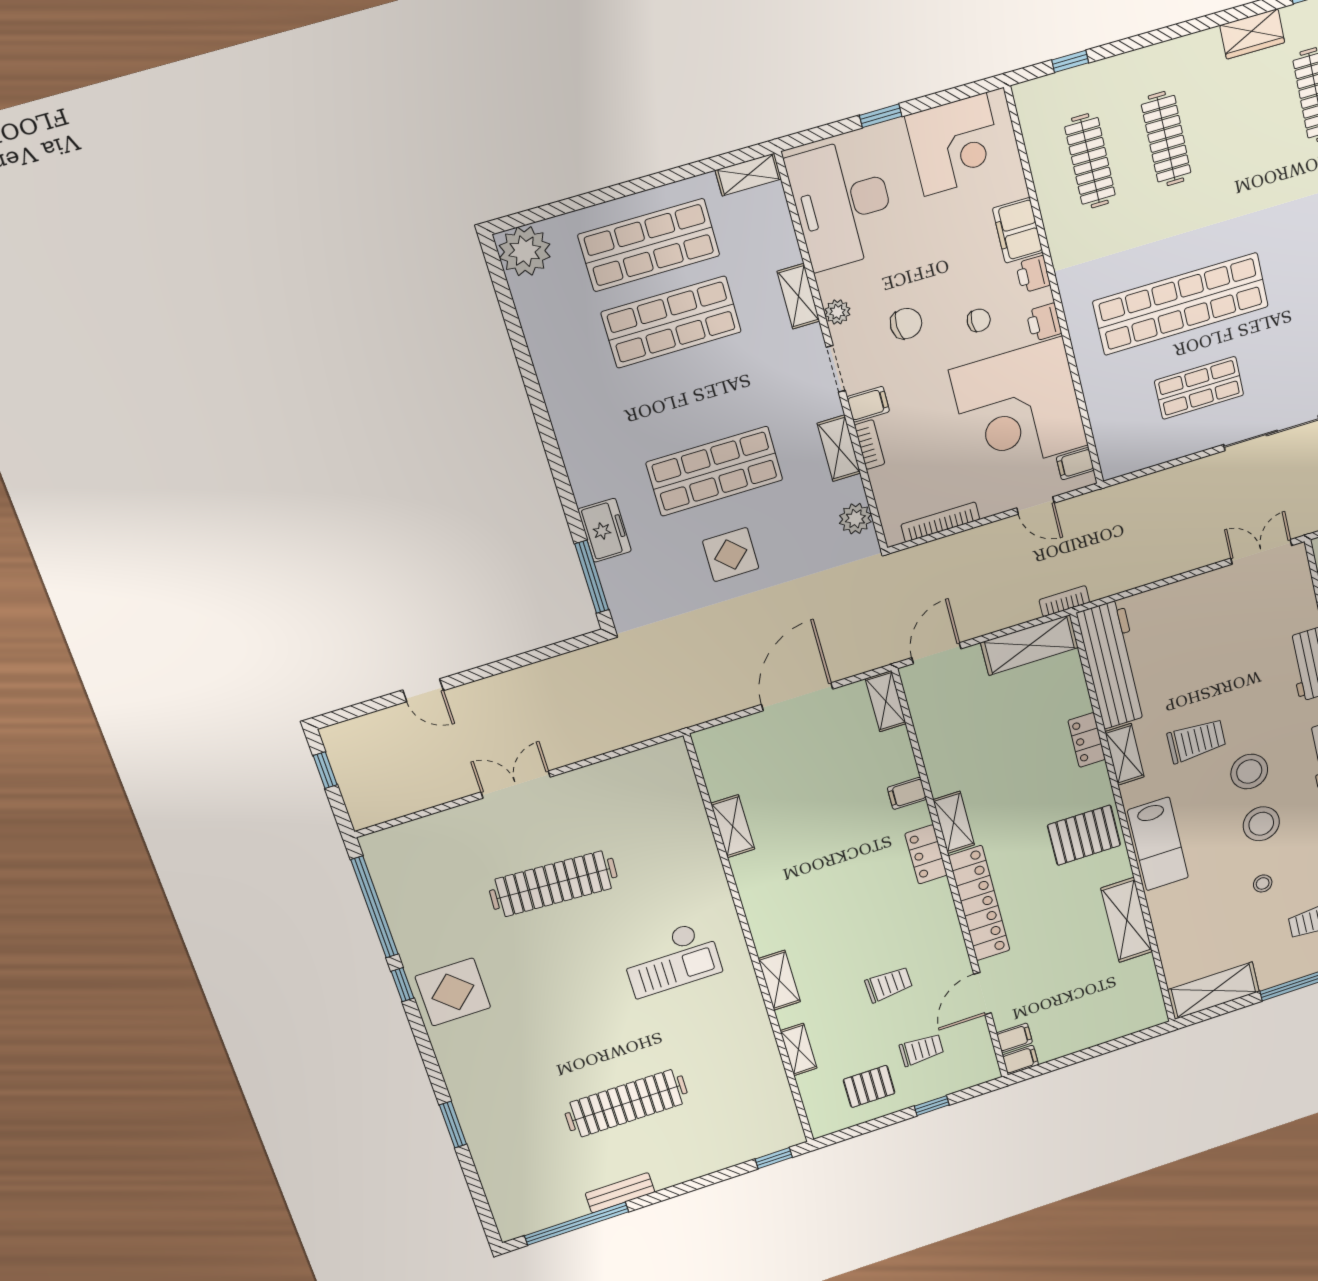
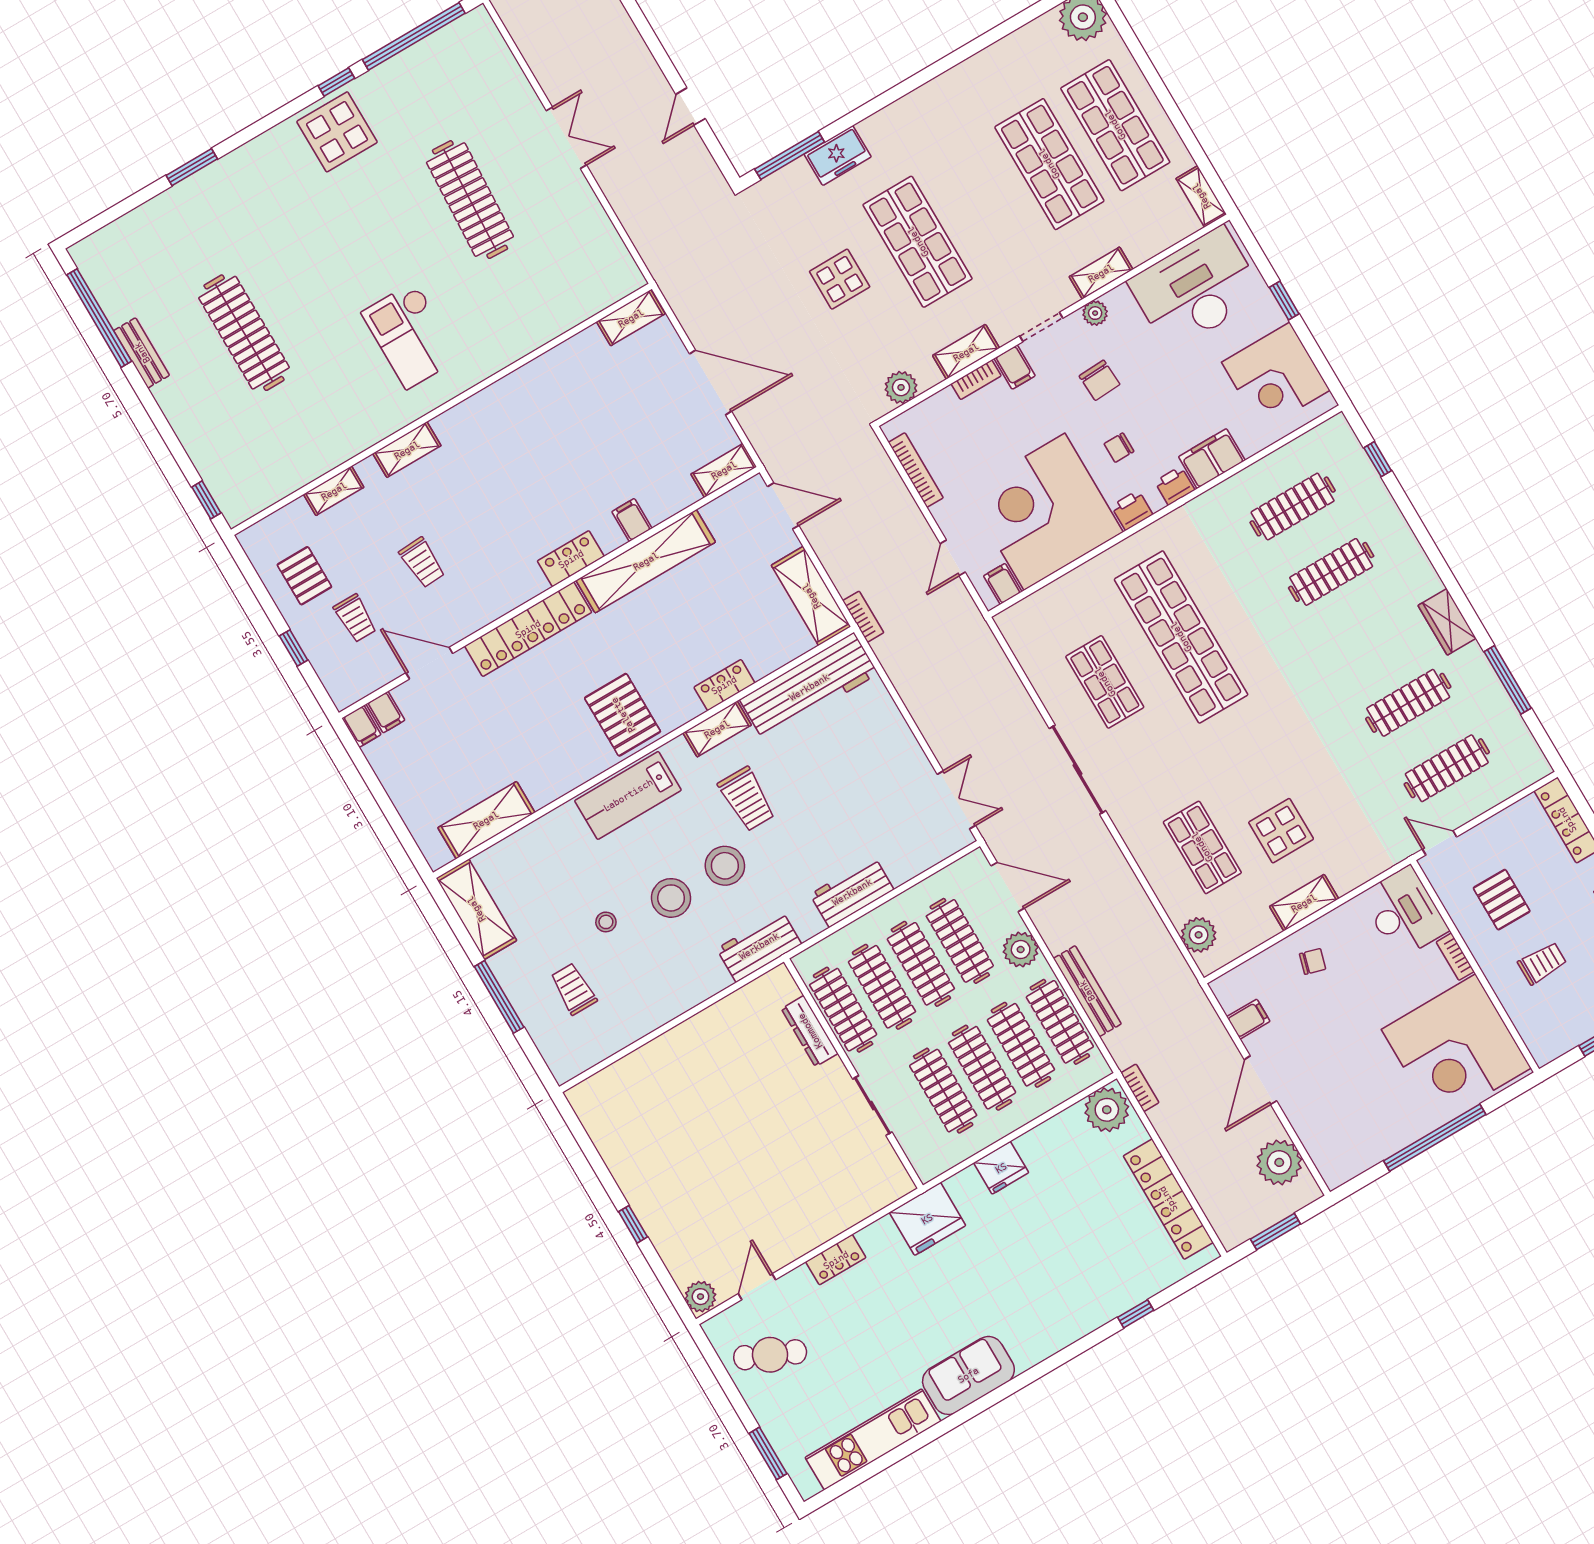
chair: (979, 320) -> (1119, 448), turned 90
door: (423, 690) -> (690, 107), moved
shelving: (954, 822) -> (646, 561), width x2.20, depth x1.33
shelving: (733, 826) -> (631, 318), moved
shelving: (1127, 920) -> (486, 820), moved

